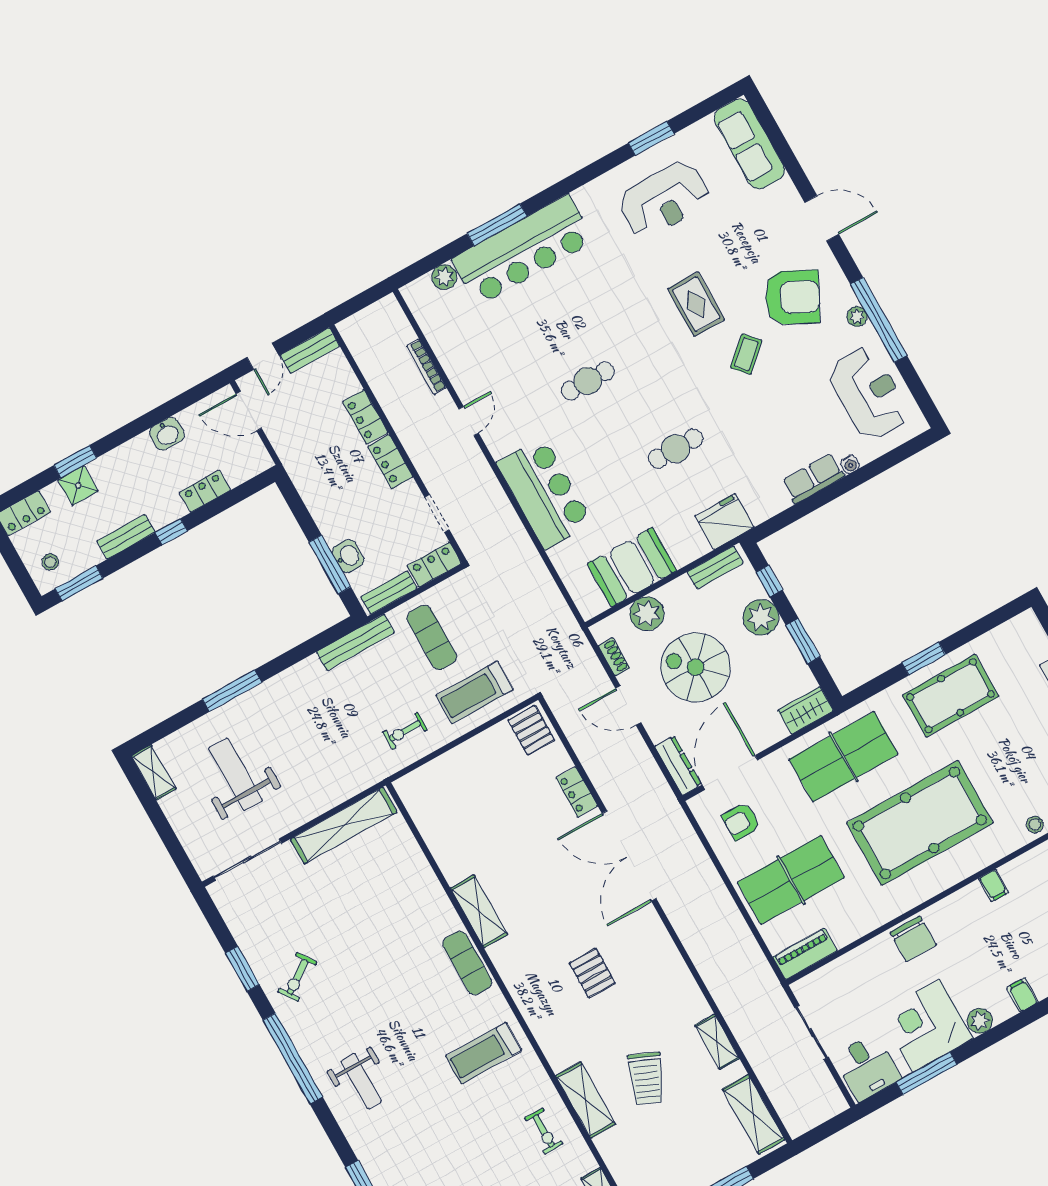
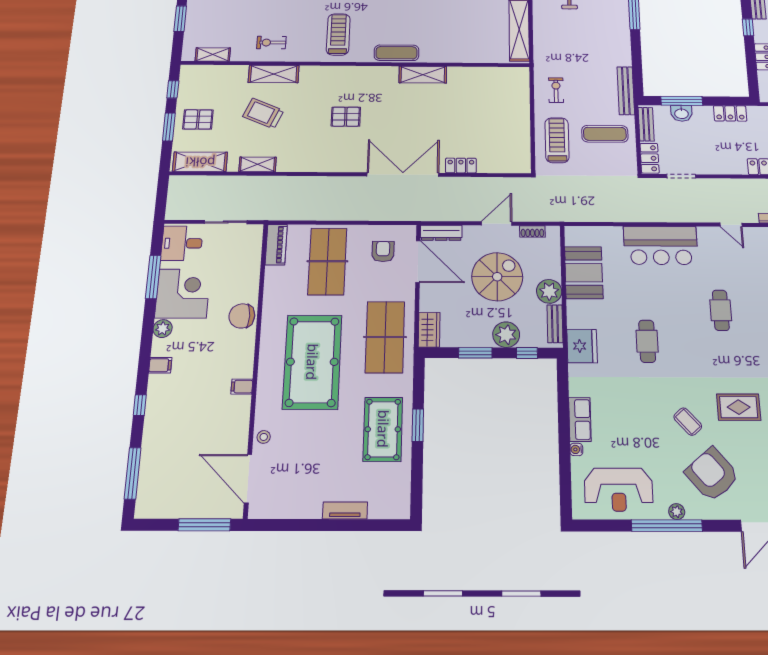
armchair: (792, 297) -> (712, 474), turned 113
locker: (390, 462) -> (730, 113), moved, turned 180
plant: (647, 614) -> (549, 291), moved
pallet: (531, 730) -> (198, 119), moved

